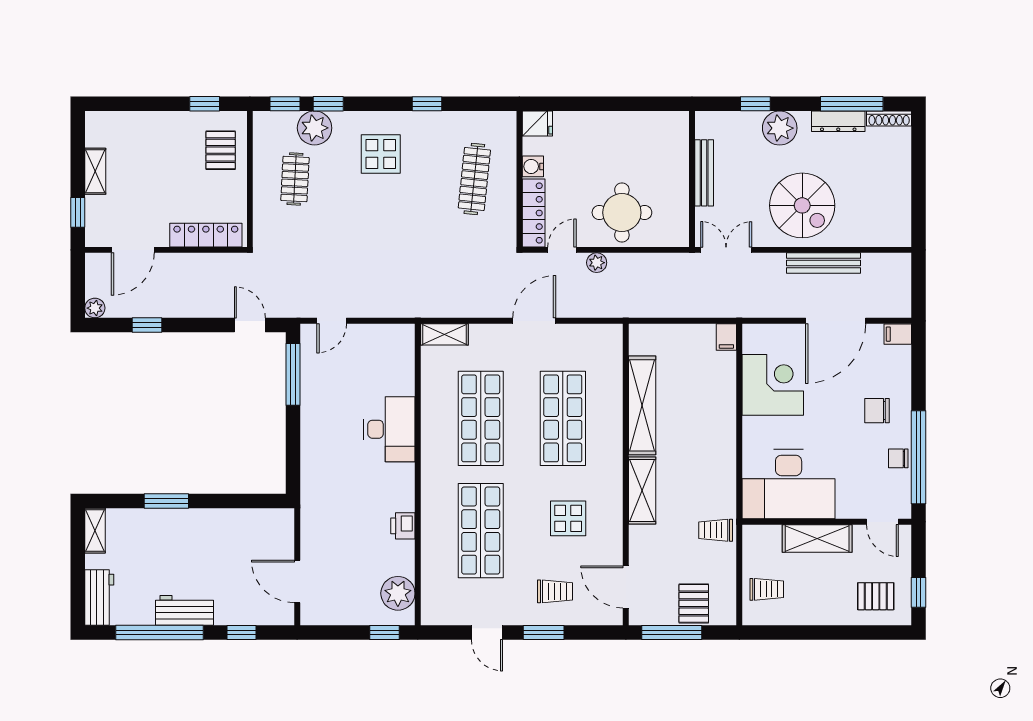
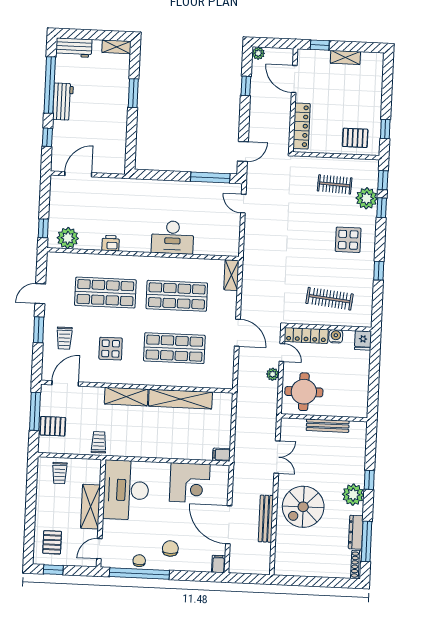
bench: (704, 173) -> (328, 426), moved
wall: (692, 179) -> (324, 418), moved

